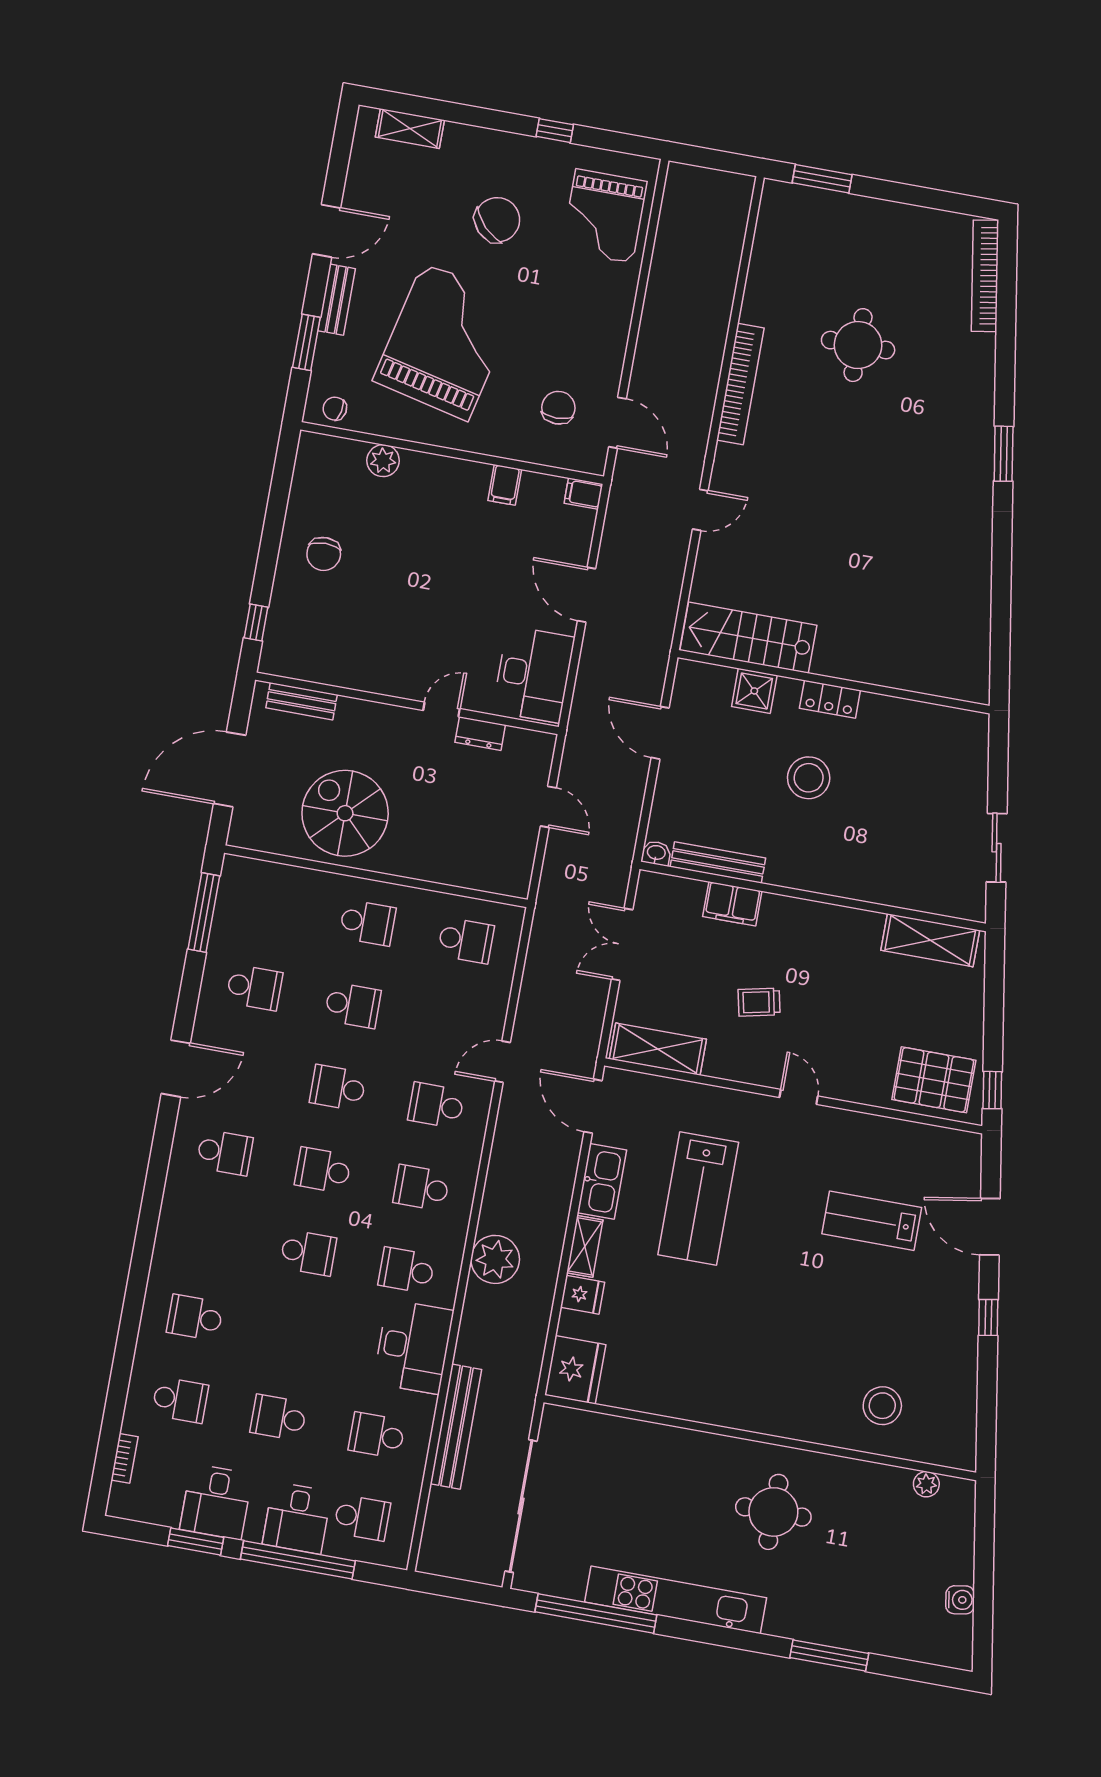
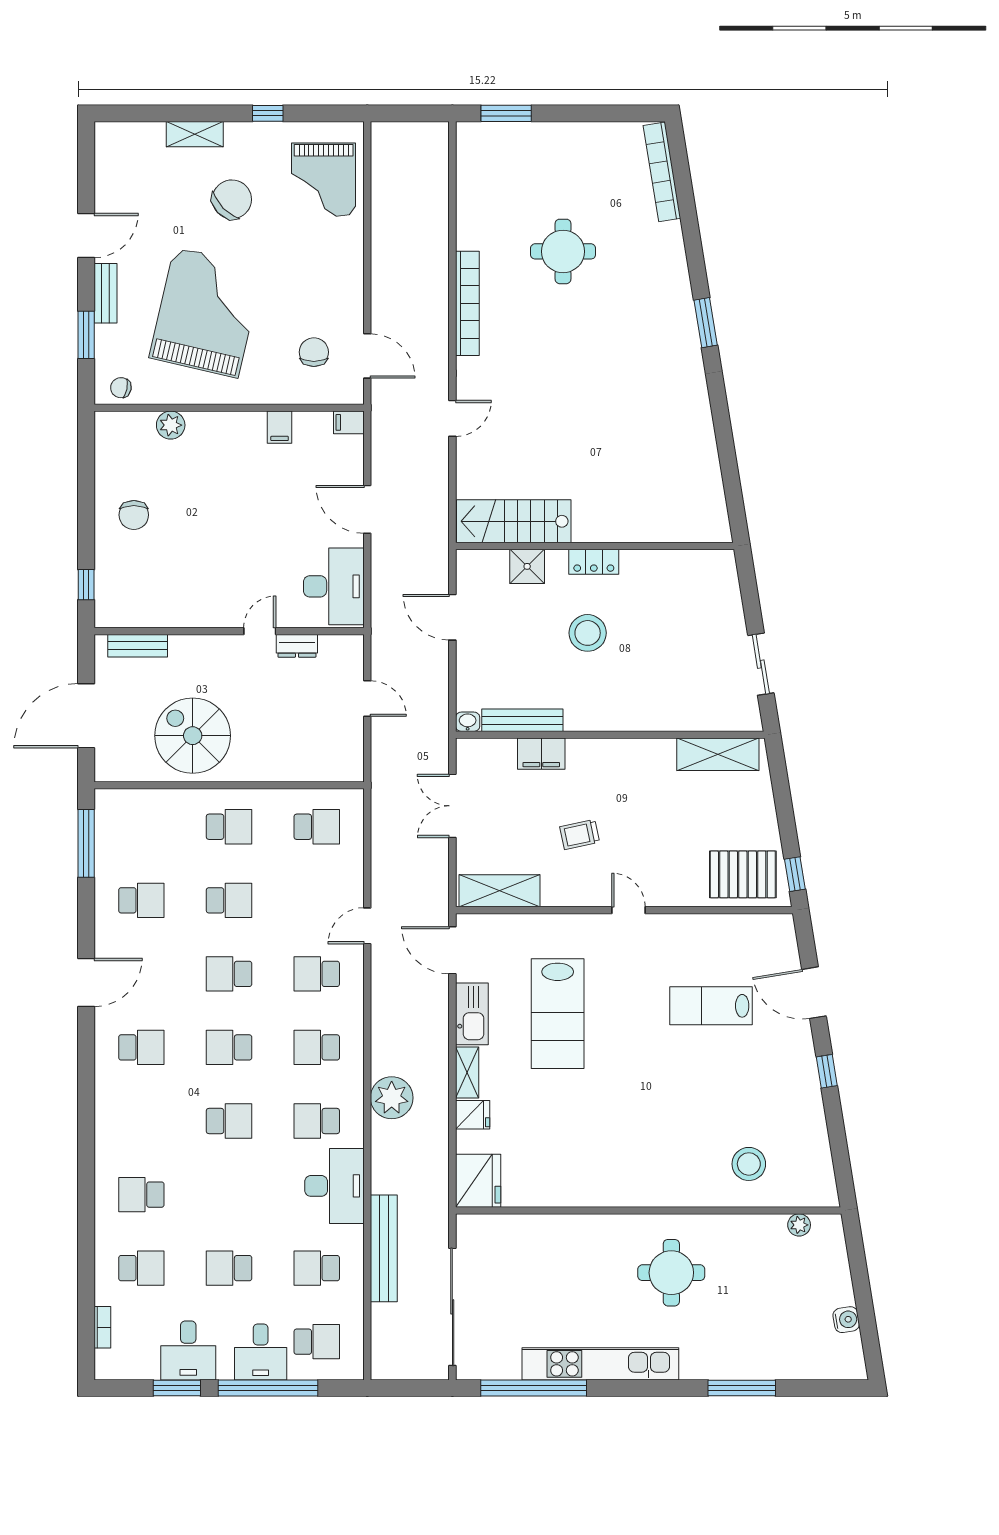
shelving: (410, 129) -> (195, 134), moved

